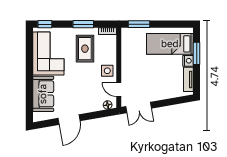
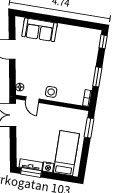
rug: (85, 49) -> (75, 75), removed
corner sofa: (48, 53) -> (76, 41), removed
window: (197, 53) -> (31, 172), moved
door: (119, 89) -> (32, 100), swing flipped

